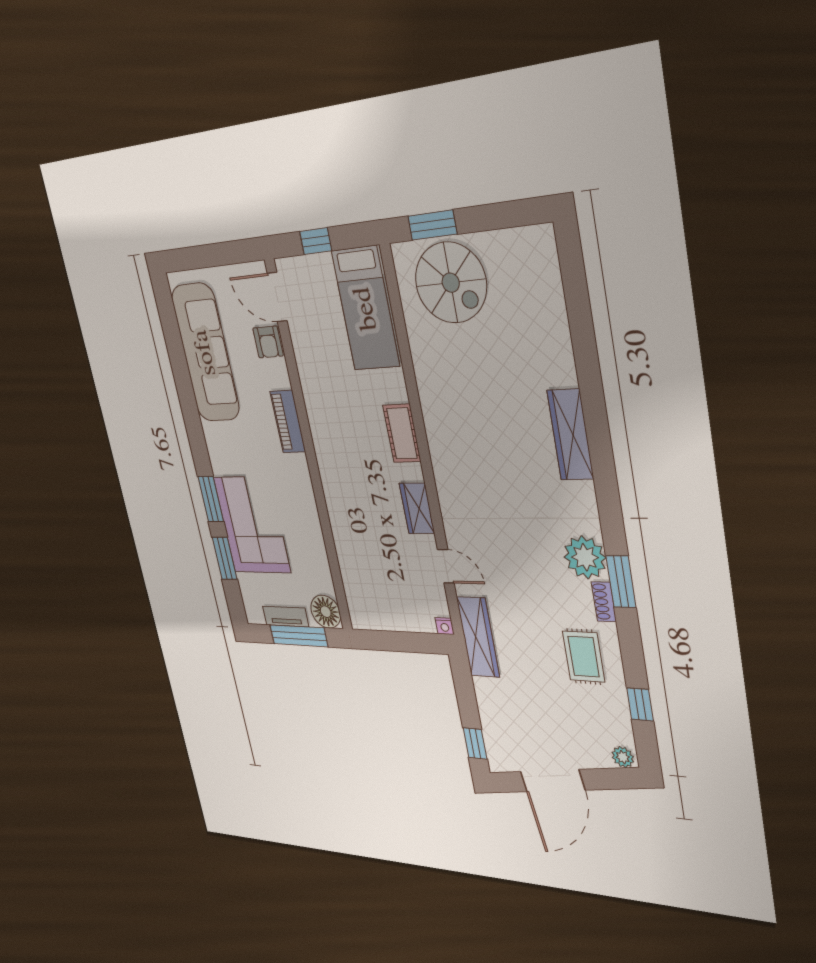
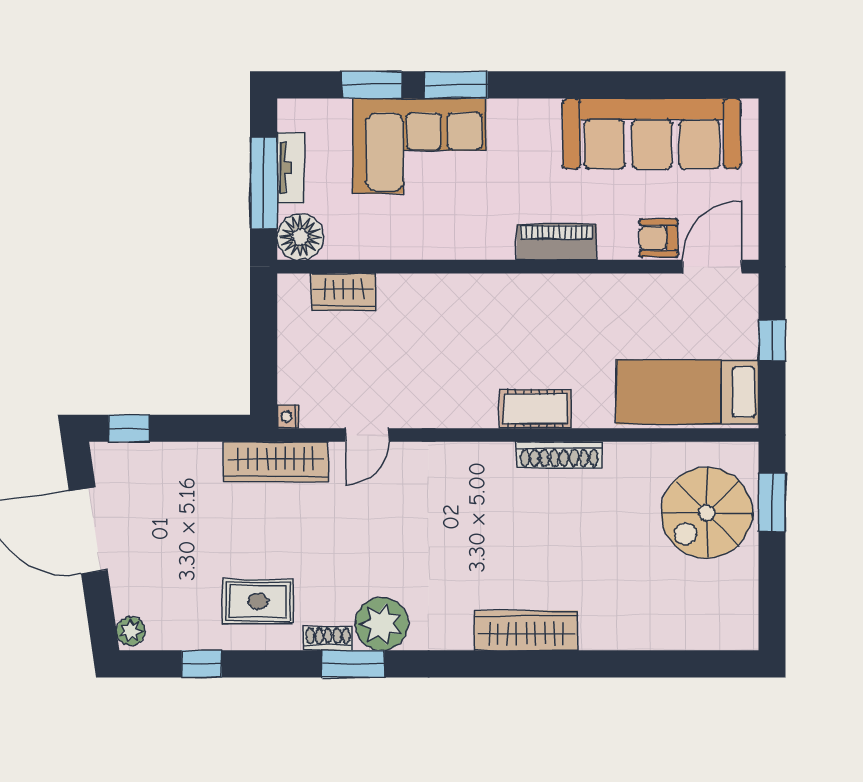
shoe rack: (431, 412) -> (559, 455), added
wardrobe: (417, 508) -> (344, 292), moved, turned 180

